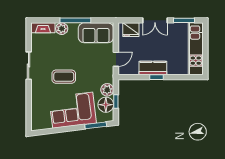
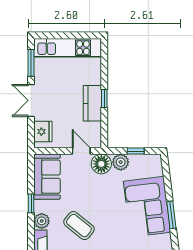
window: (75, 20) -> (31, 203), width x0.46
double door: (155, 20) -> (31, 100), swing flipped
coffee table: (64, 77) -> (79, 226), moved, turned -51
floor lamp: (106, 105) -> (101, 164), moved
window: (96, 125) -> (171, 215), moved

